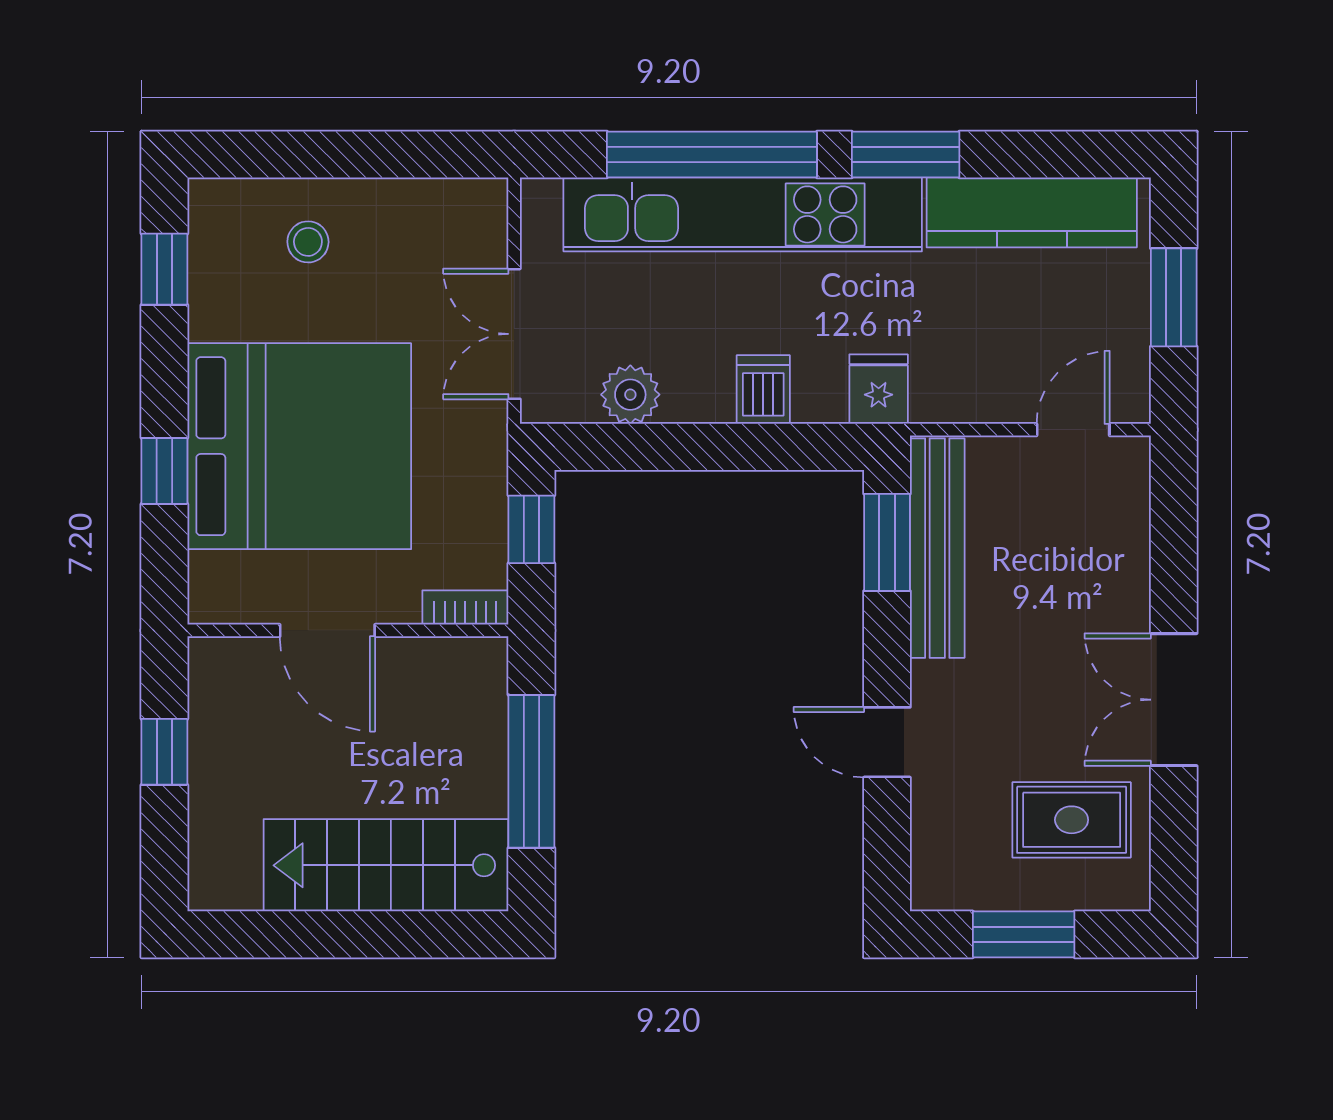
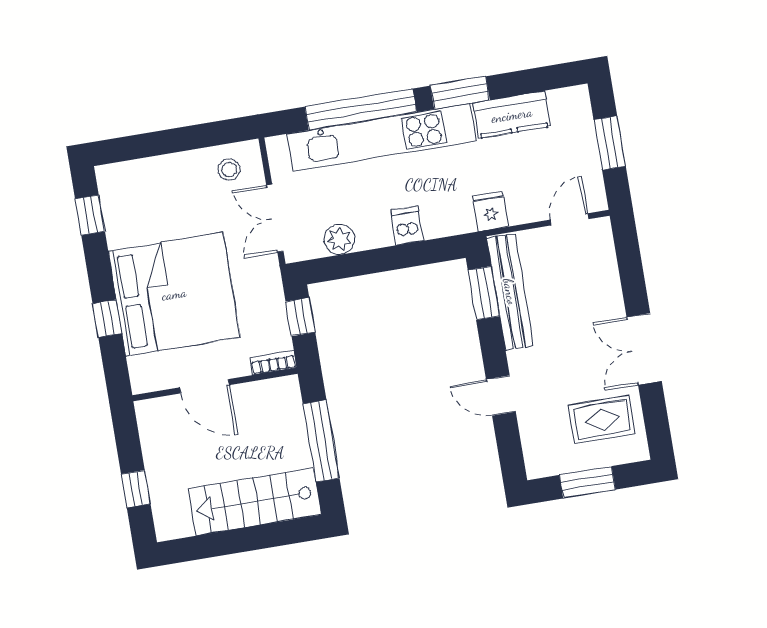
kitchen counter: (1032, 212) -> (512, 115), width x0.67
stool: (308, 242) -> (229, 170), moved
fridge: (879, 389) -> (490, 211), moved
window: (164, 752) -> (136, 489), moved

